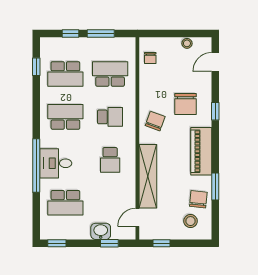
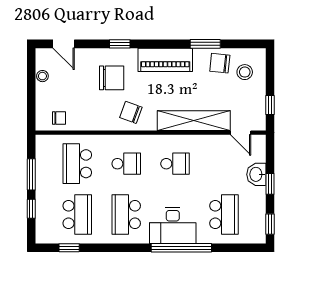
school desk: (110, 117) -> (126, 164), turned 90
desk: (56, 163) -> (173, 226), width x1.37
window: (109, 243) -> (270, 184), moved

